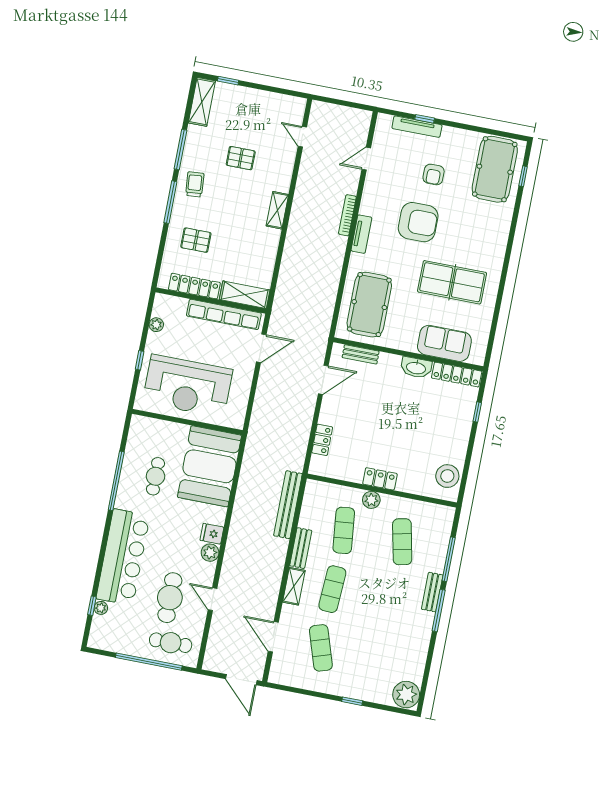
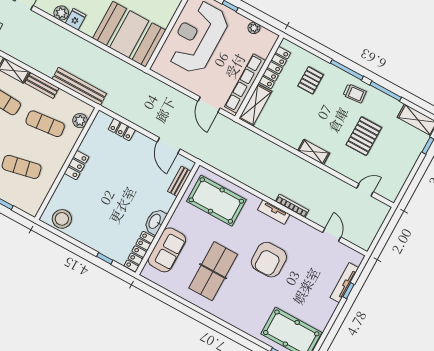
pallet: (241, 158) -> (364, 136), width x1.50, depth x1.42
armchair: (434, 174) -> (302, 284), removed
plant: (371, 500) -> (80, 121), moved

